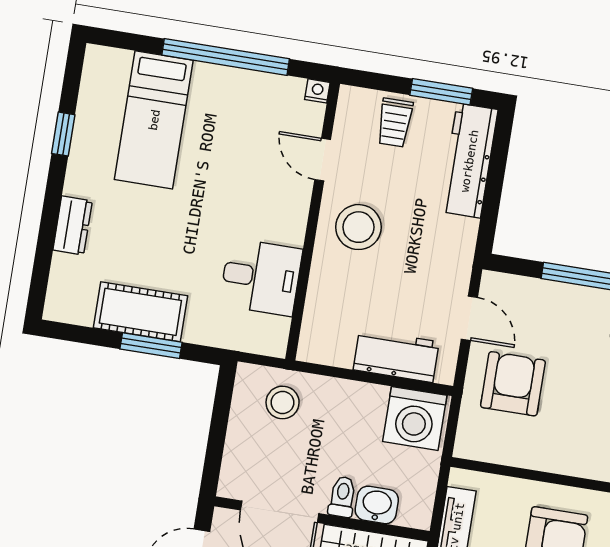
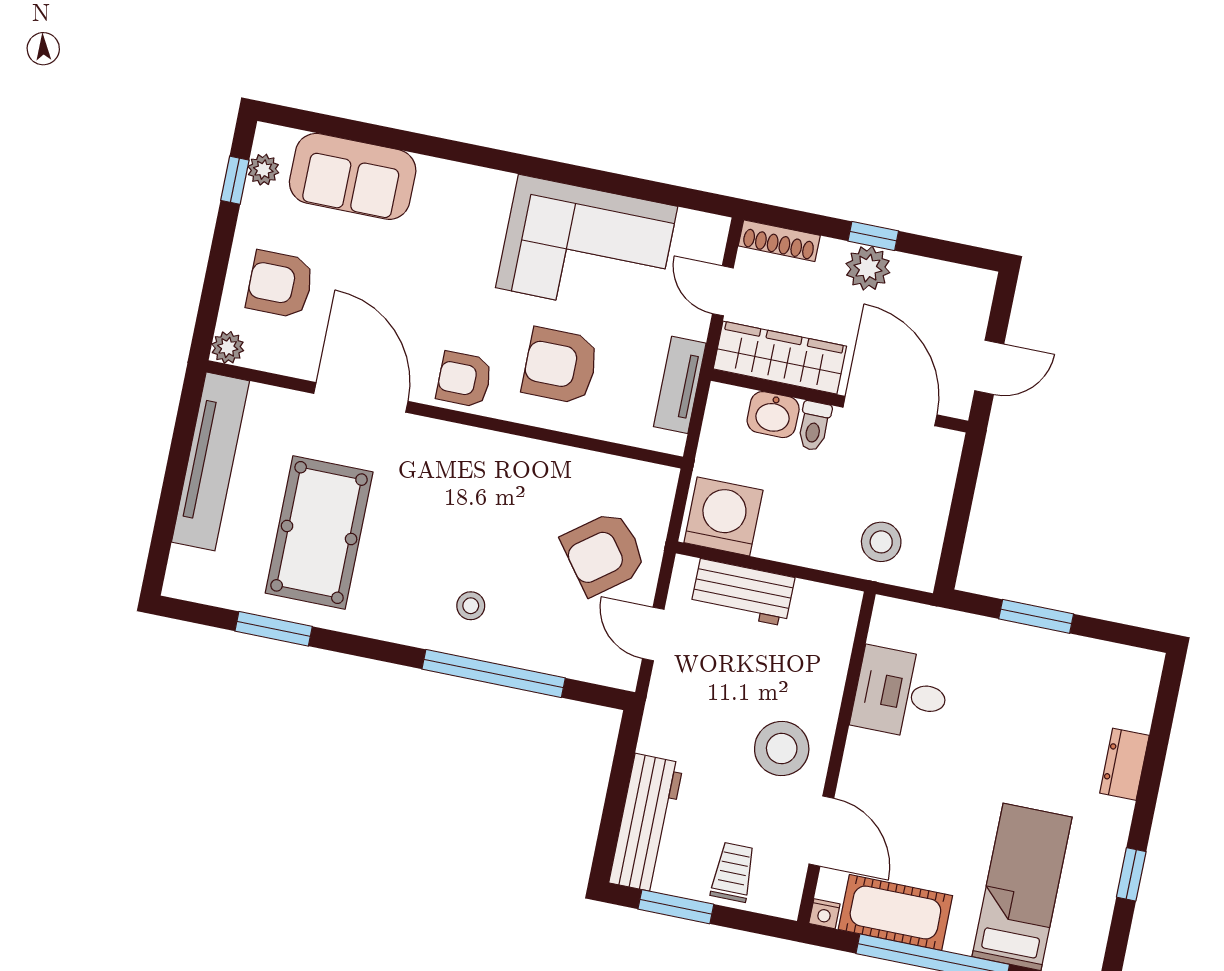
door: (323, 160) -> (821, 831), width x1.38
cot: (140, 312) -> (895, 913), moved
armchair: (513, 384) -> (604, 553), turned 53

